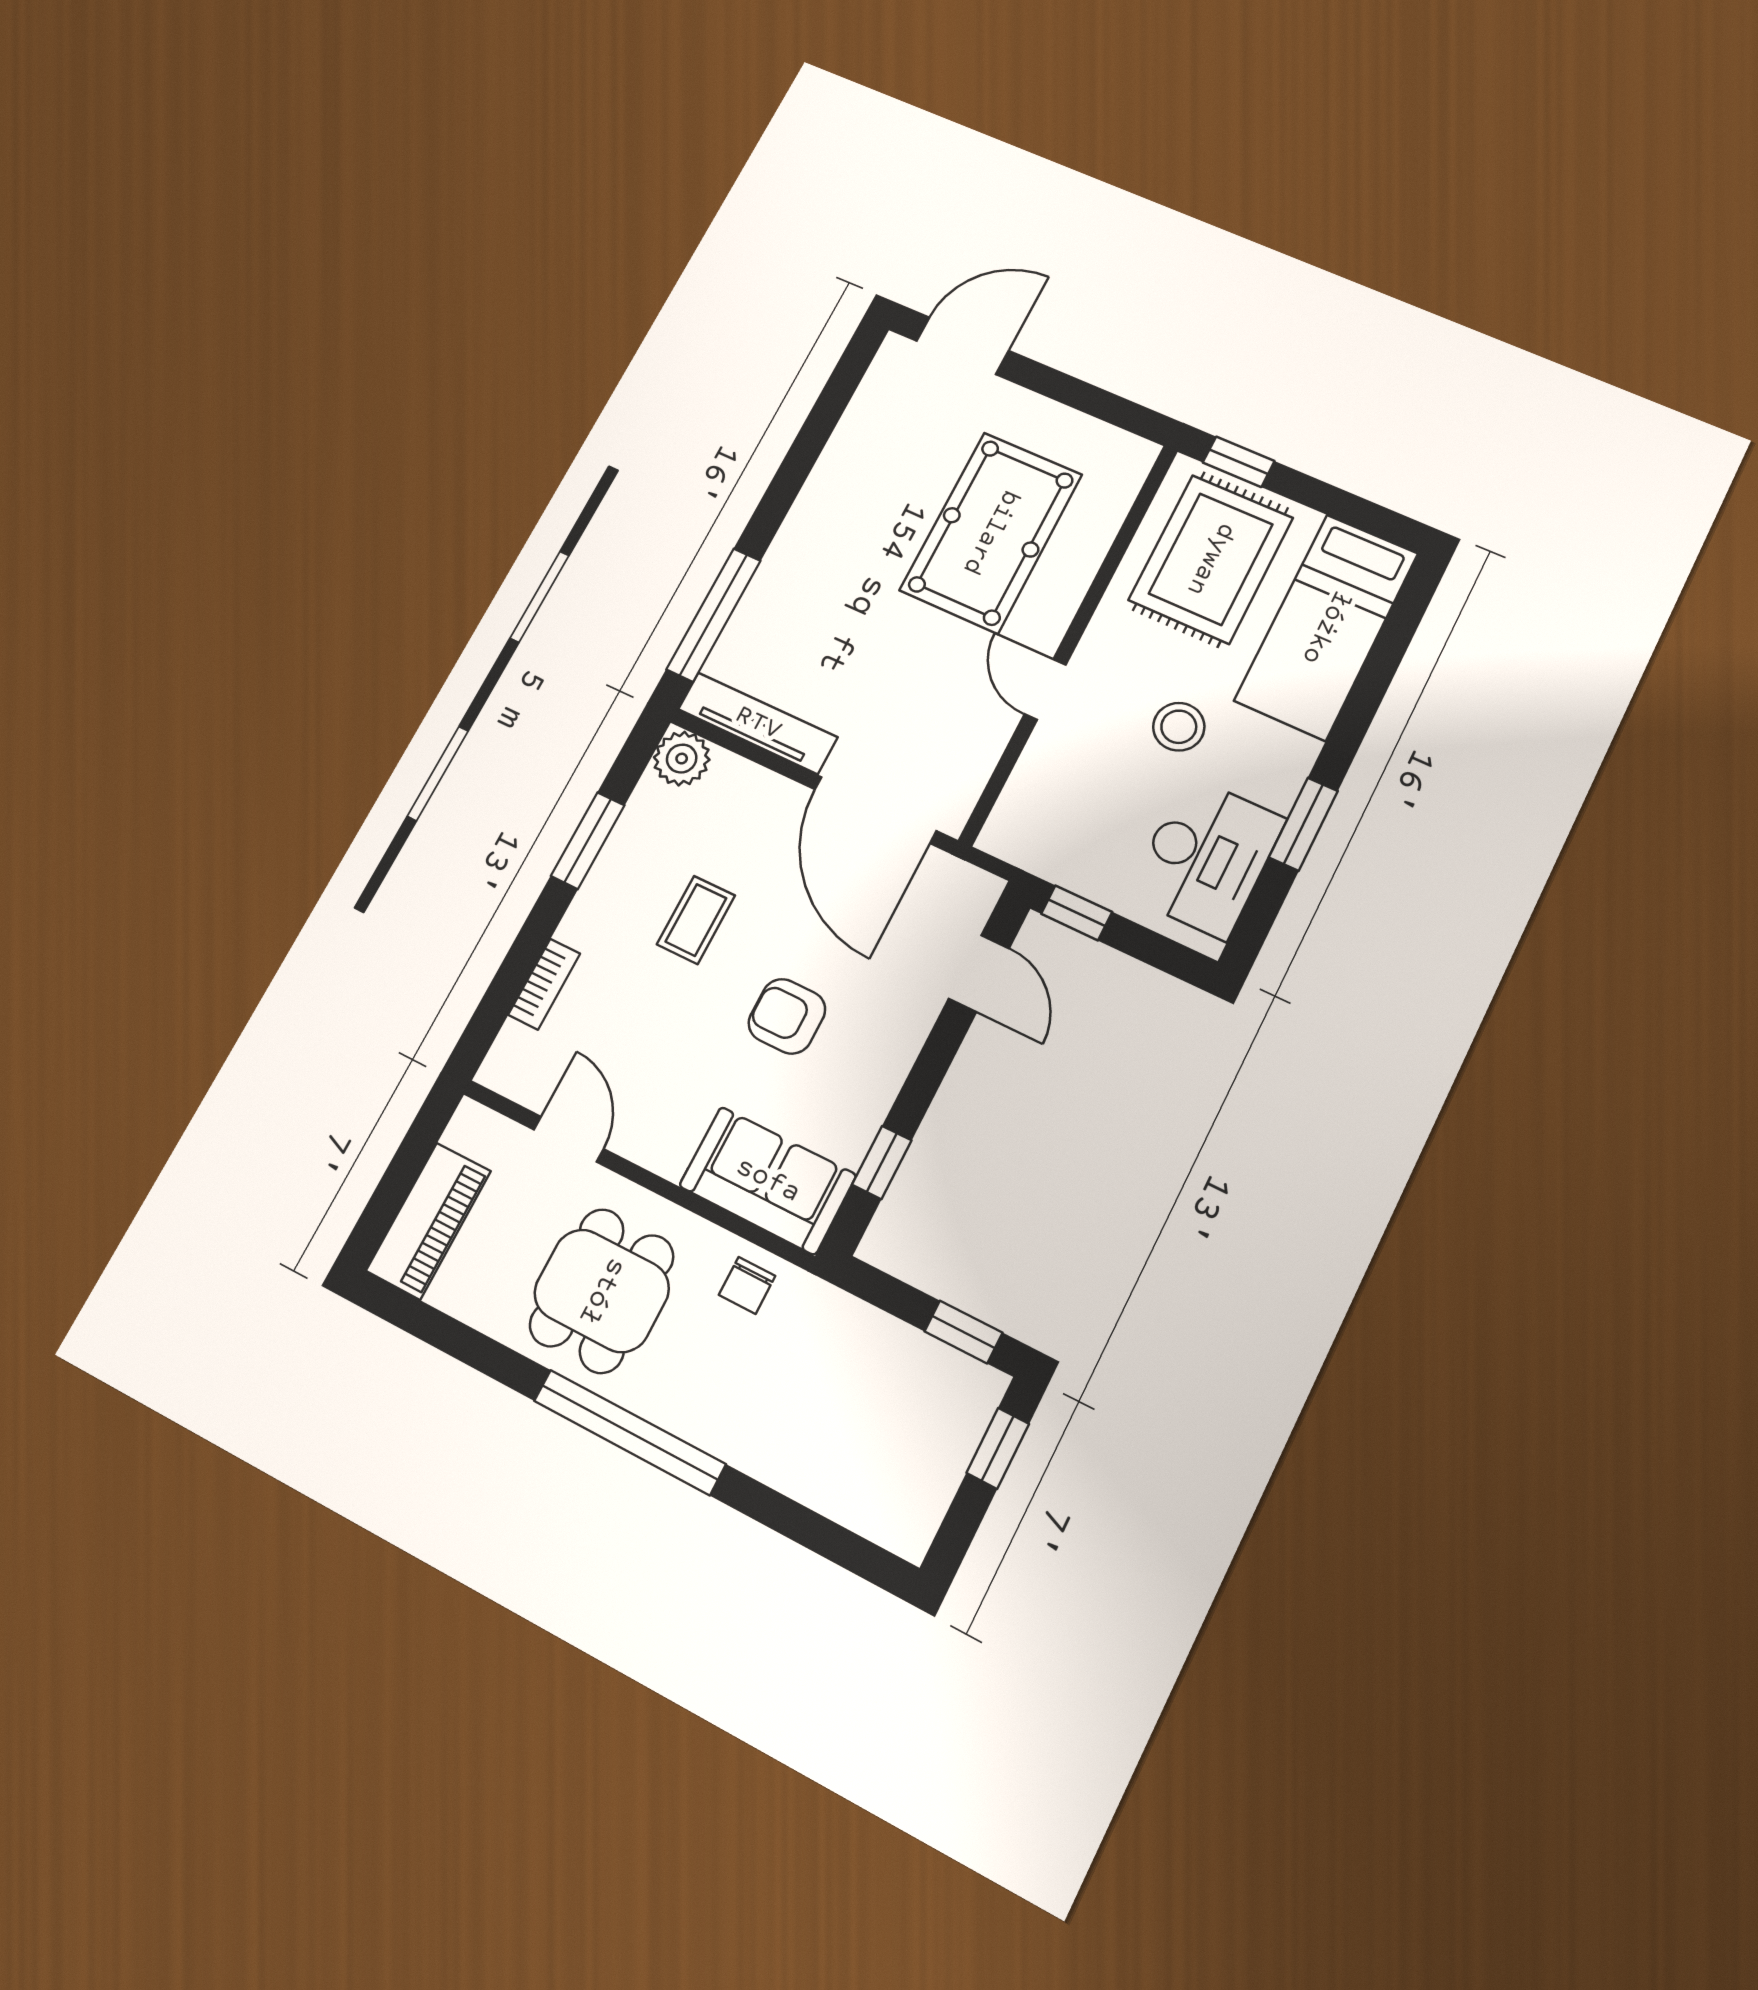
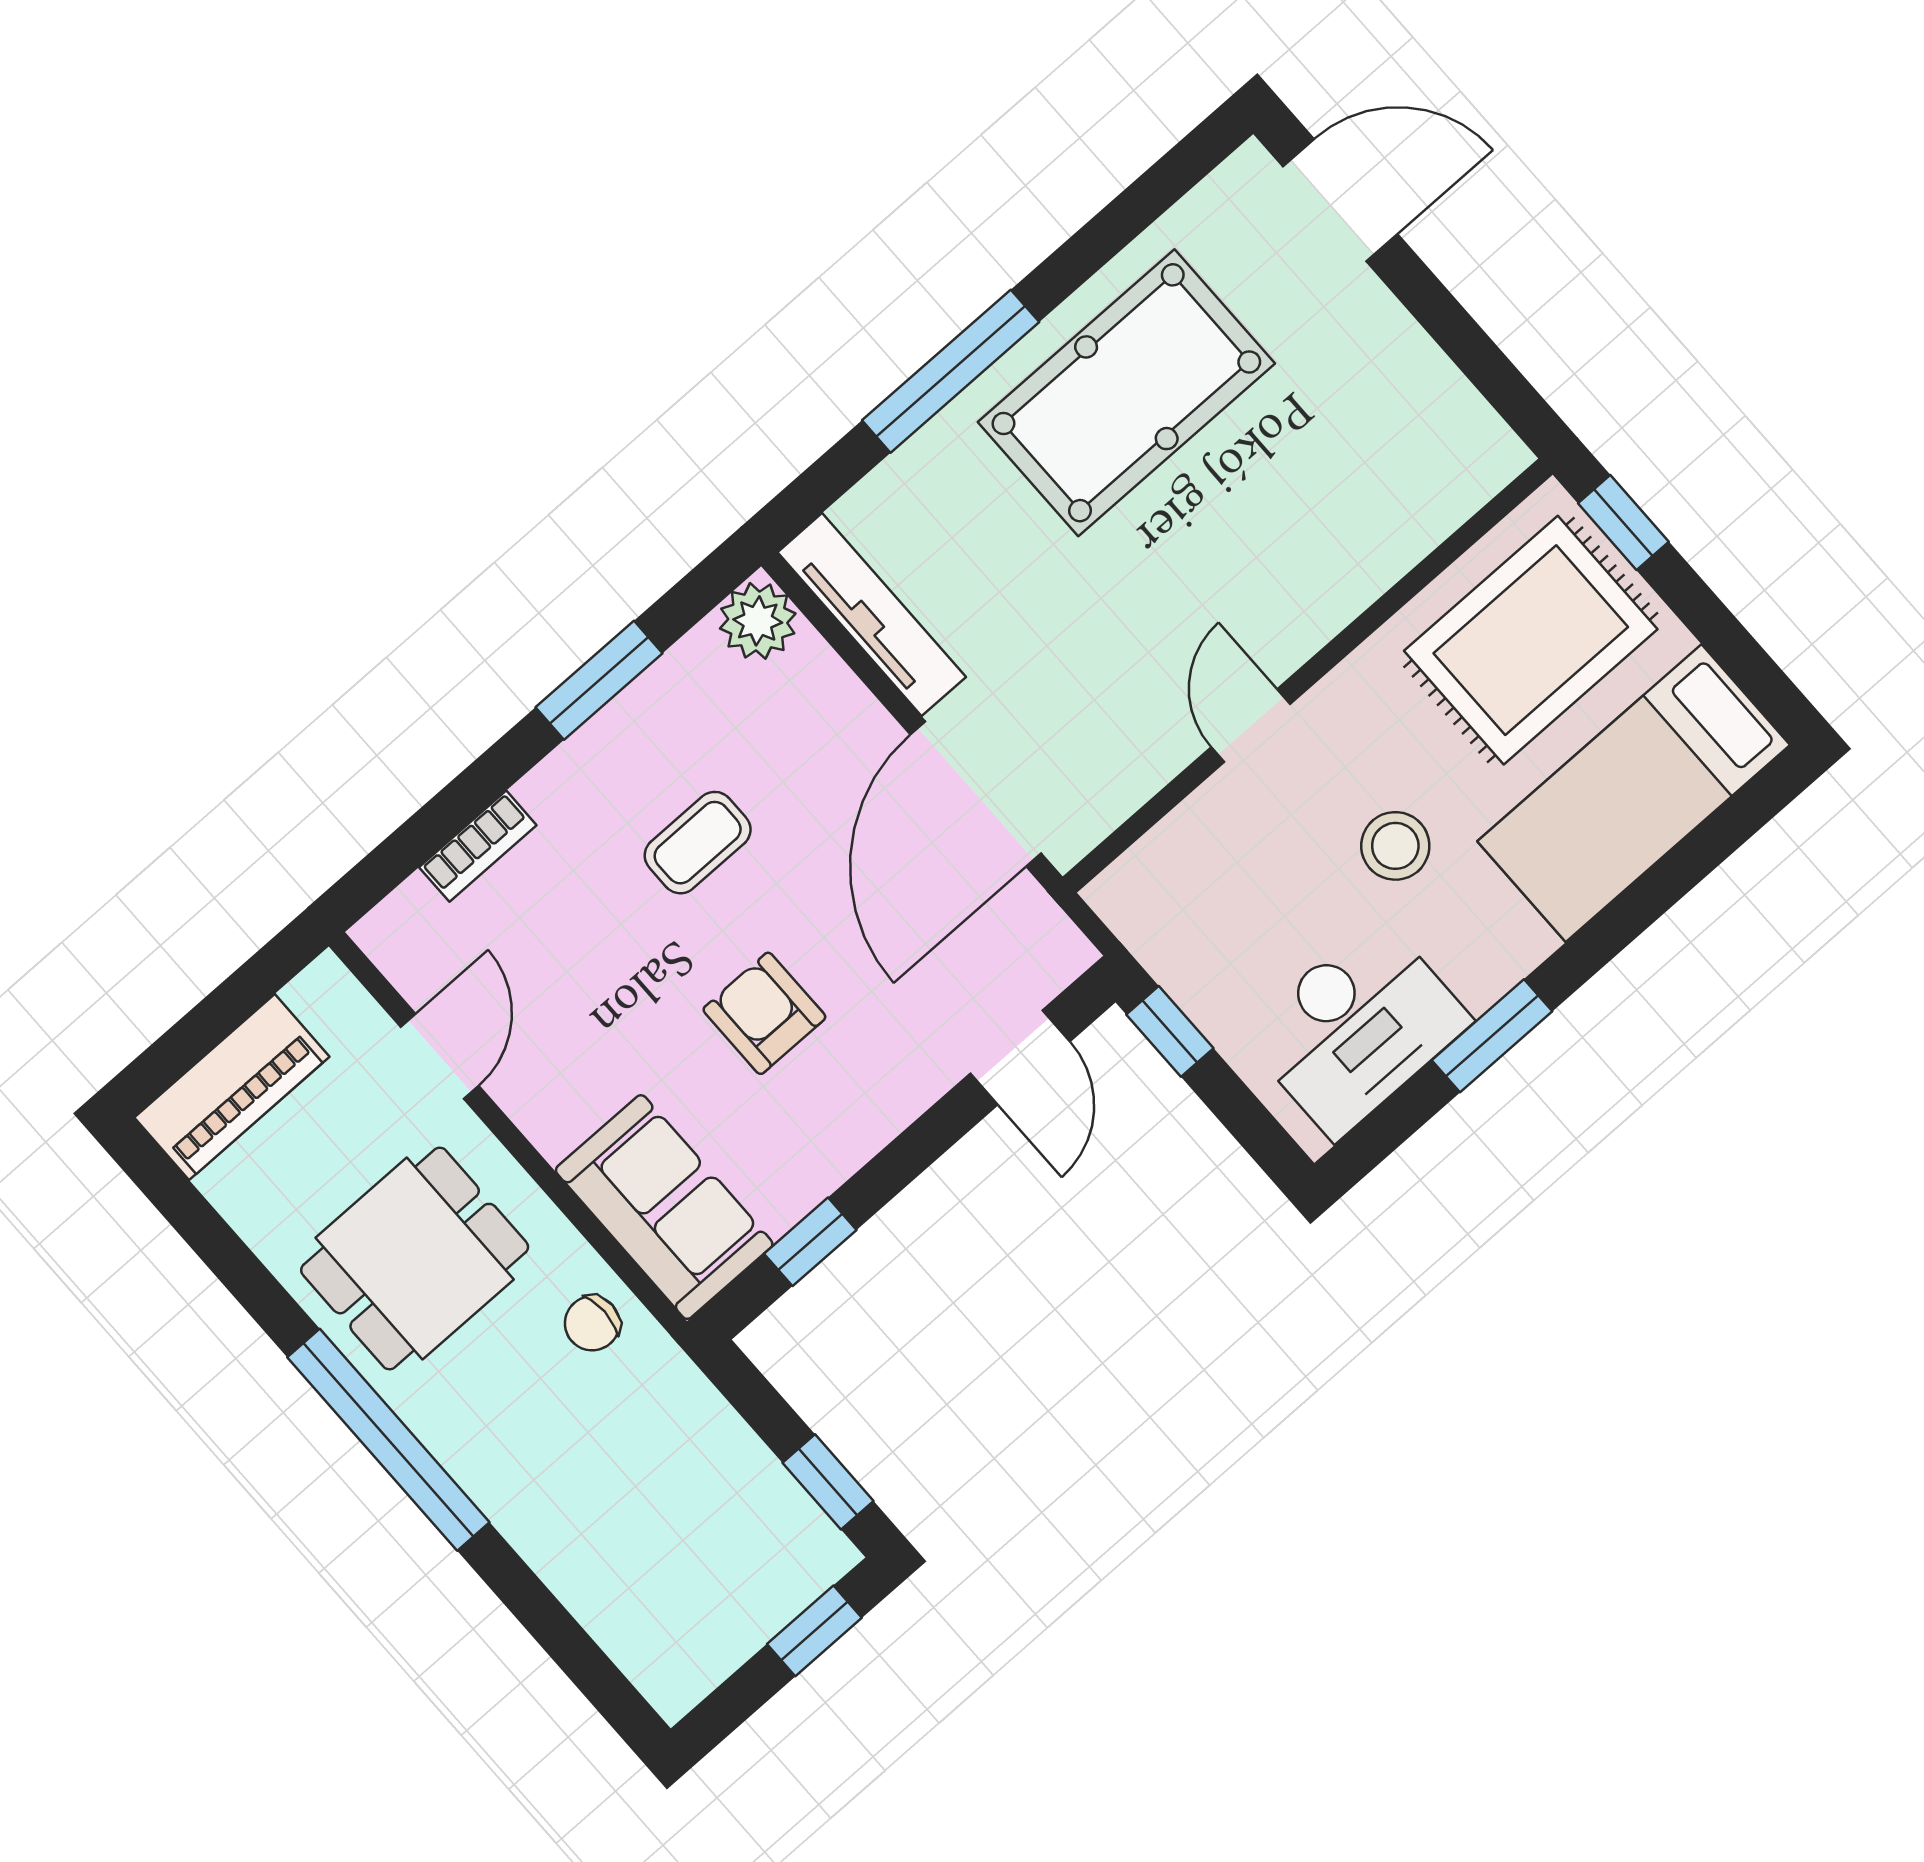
pool table: (991, 532) -> (1126, 393), moved
window: (714, 615) -> (951, 371), moved

